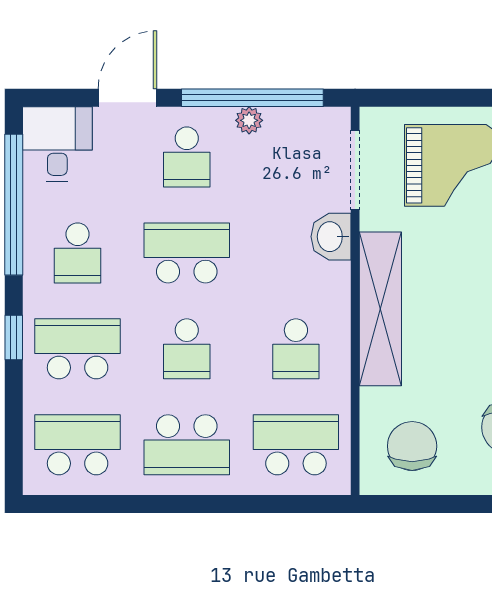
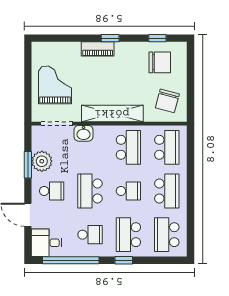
window: (252, 98) -> (28, 165), width x0.47
plant: (249, 120) -> (42, 161), width x1.88, depth x1.88
school desk: (296, 349) -> (128, 147), width x1.85
school desk: (296, 445) -> (167, 147), turned 180
chair: (412, 446) -> (167, 101), turned -75

